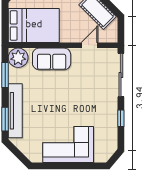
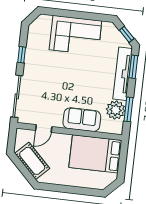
plant: (18, 58) -> (116, 110), moved
window: (16, 151) -> (127, 34), added

